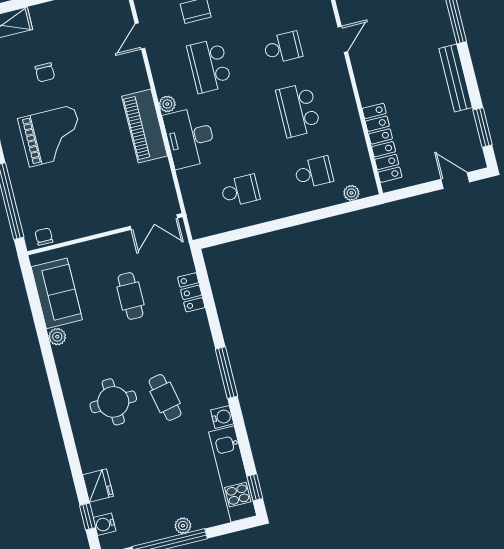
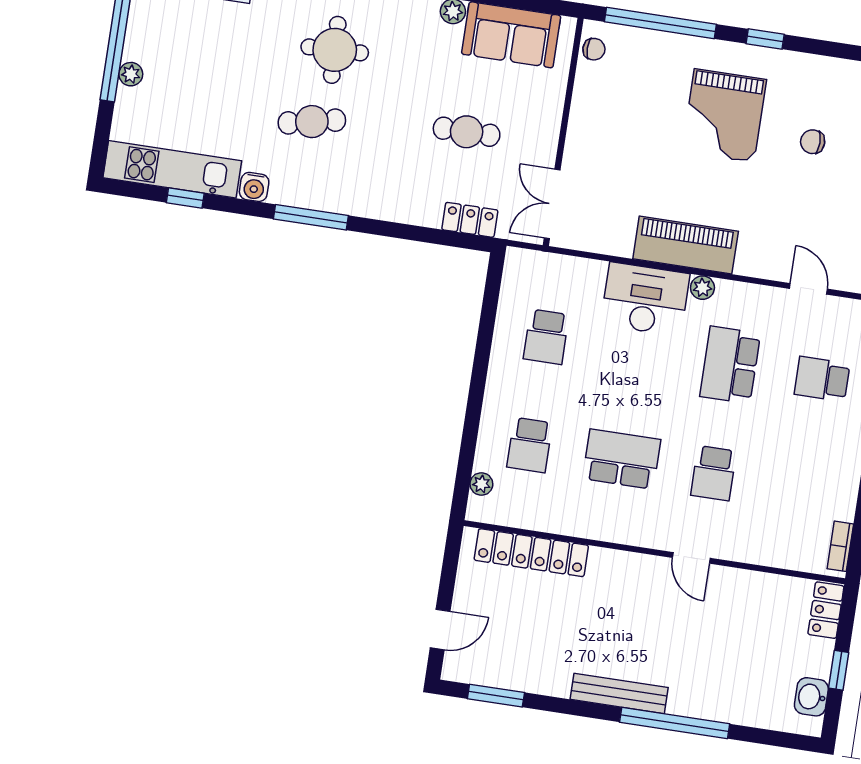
school desk: (209, 66) -> (730, 365), turned -90
bench: (456, 78) -> (619, 693), moved
locker: (191, 292) -> (470, 220), moved
window: (255, 487) -> (185, 198), moved

